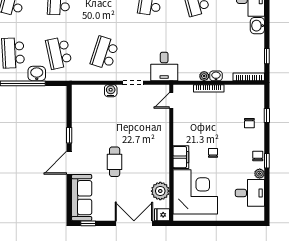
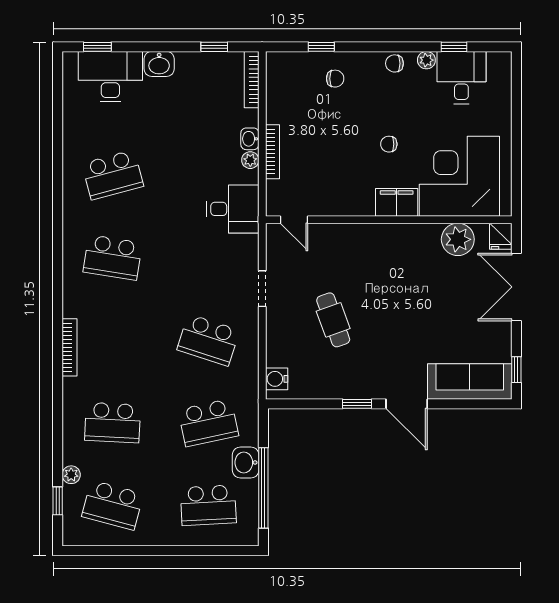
desk: (164, 66) -> (233, 209), moved
water cooler: (111, 91) -> (277, 379), moved
window: (267, 161) -> (454, 47), moved
cafe table: (115, 162) -> (333, 320), moved, turned 70

